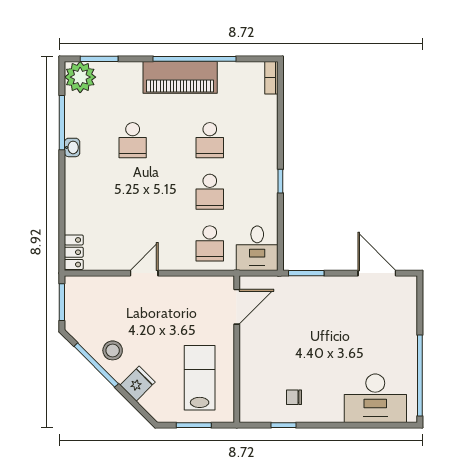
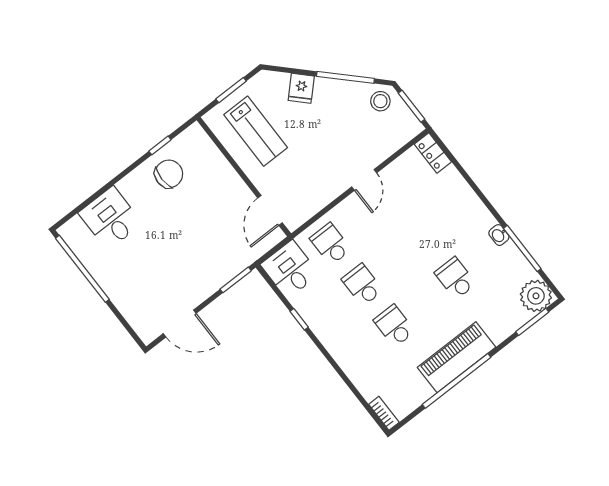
window: (280, 181) -> (299, 319), moved
stool: (113, 350) -> (380, 101), moved
chair: (294, 397) -> (169, 174), width x1.87, depth x1.87
desk: (375, 398) -> (110, 218), width x0.73

